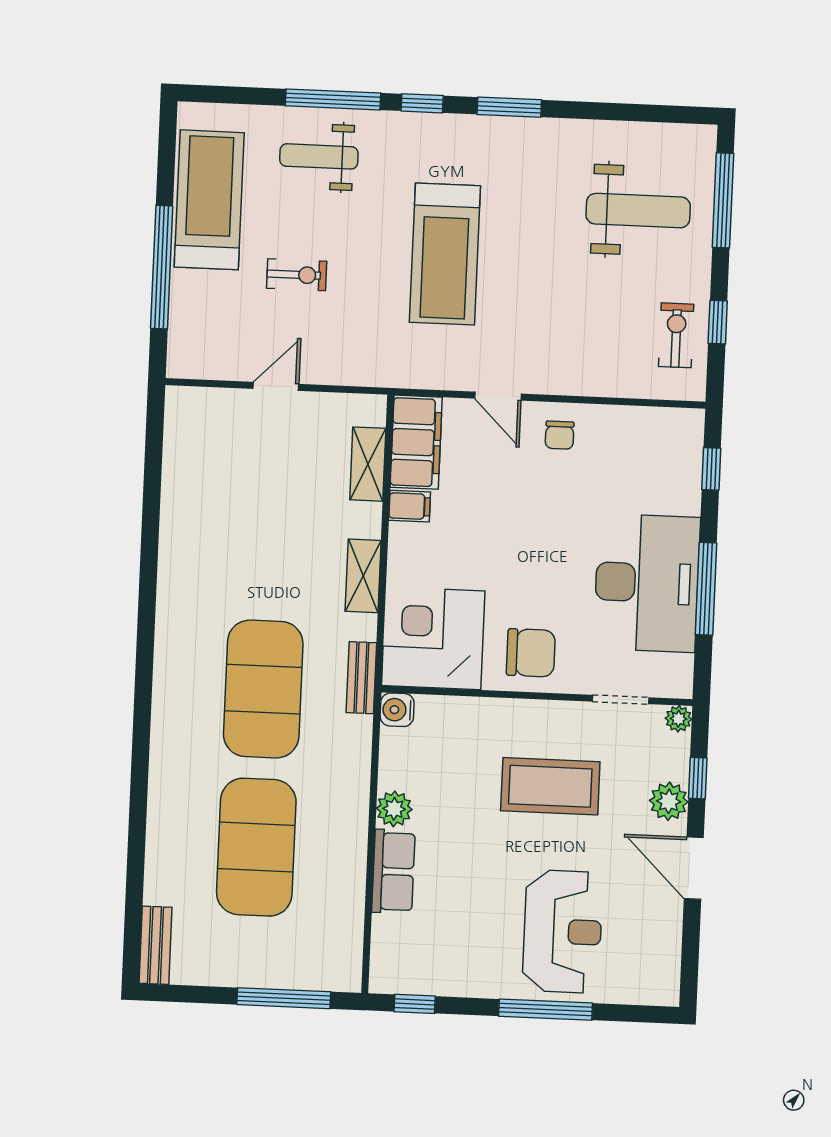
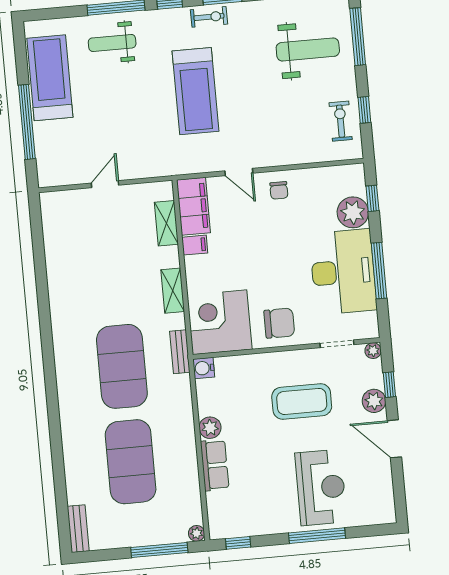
exercise bike: (297, 275) -> (209, 17), moved
plant: (676, 488) -> (353, 212), added
plant: (349, 979) -> (197, 533), added

